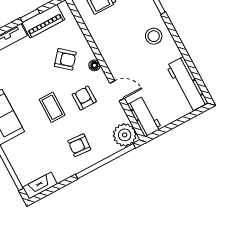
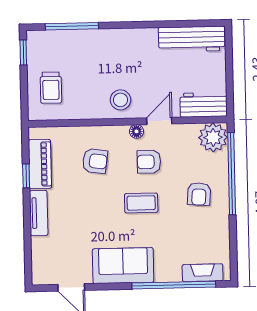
stool: (154, 36) -> (120, 100), moved
armchair: (65, 59) -> (95, 161), turned 58
floor lamp: (94, 65) -> (137, 131), moved
fireplace: (40, 186) -> (203, 273), moved, turned 90

